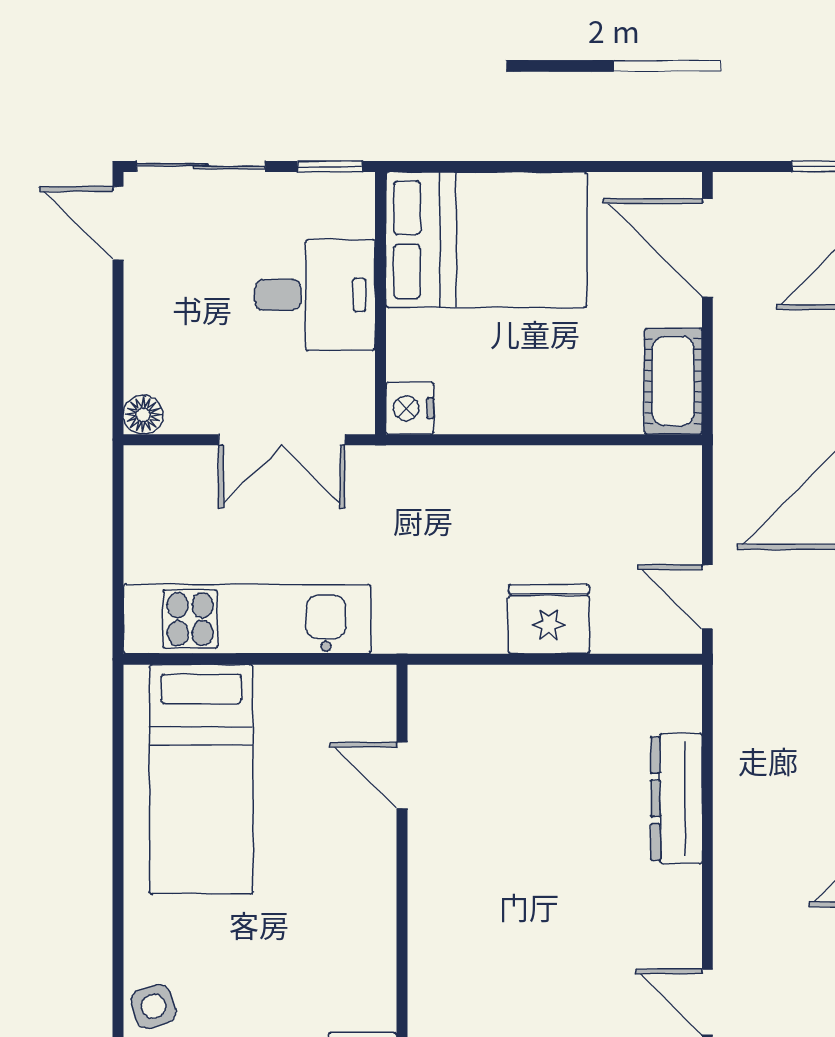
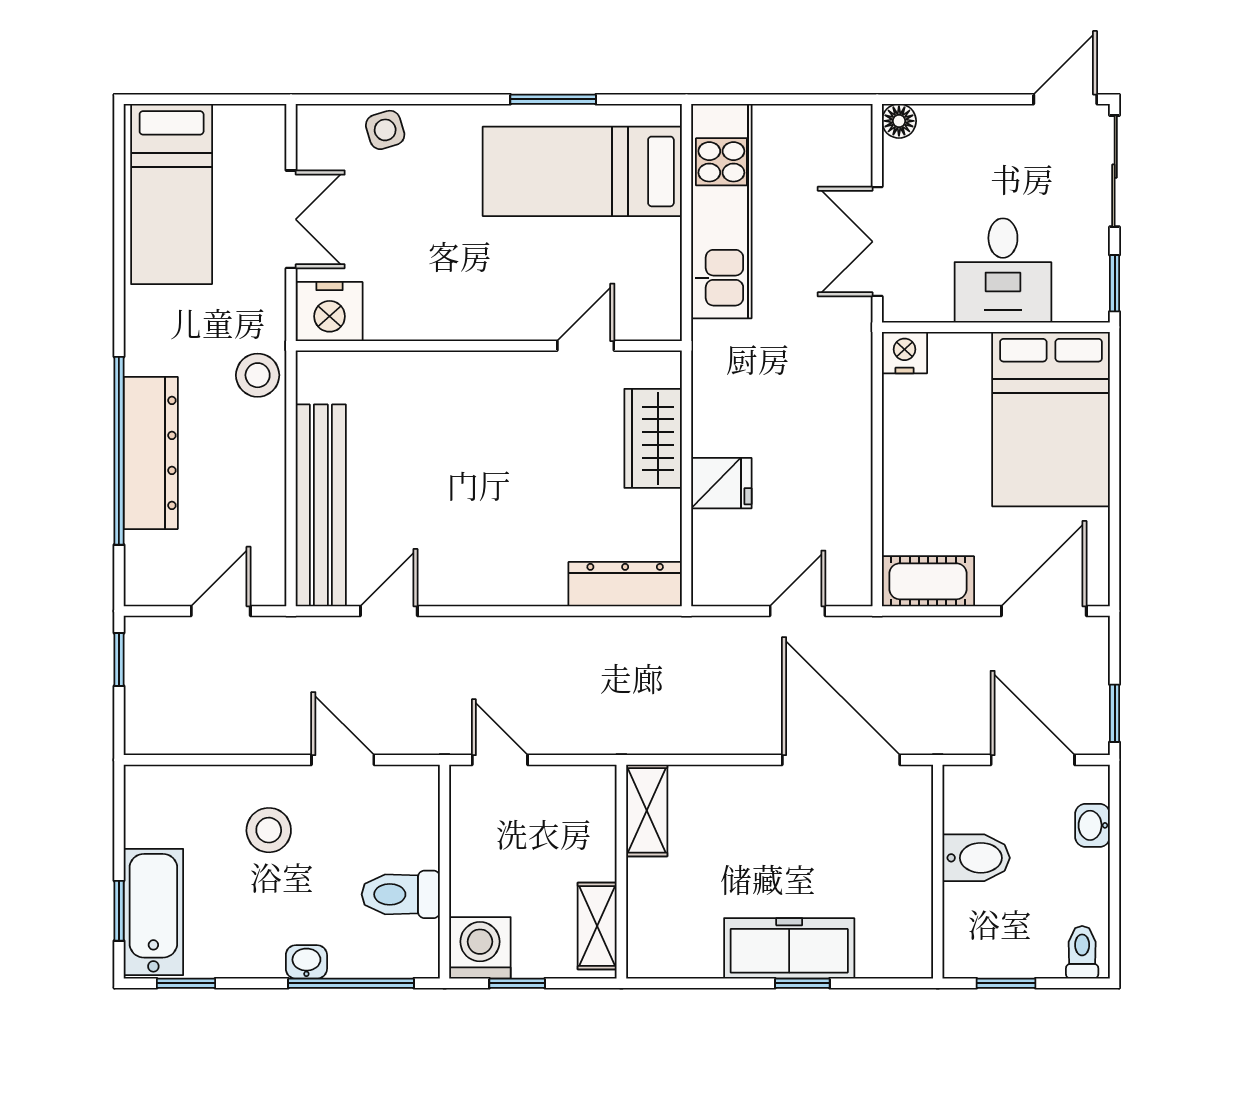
door: (707, 597) -> (798, 611), moved
fridge: (549, 619) -> (721, 483), width x0.72
wardrobe: (509, 698) -> (653, 438), added
dresser: (676, 798) -> (625, 584), moved
window: (118, 813) -> (553, 99), added

